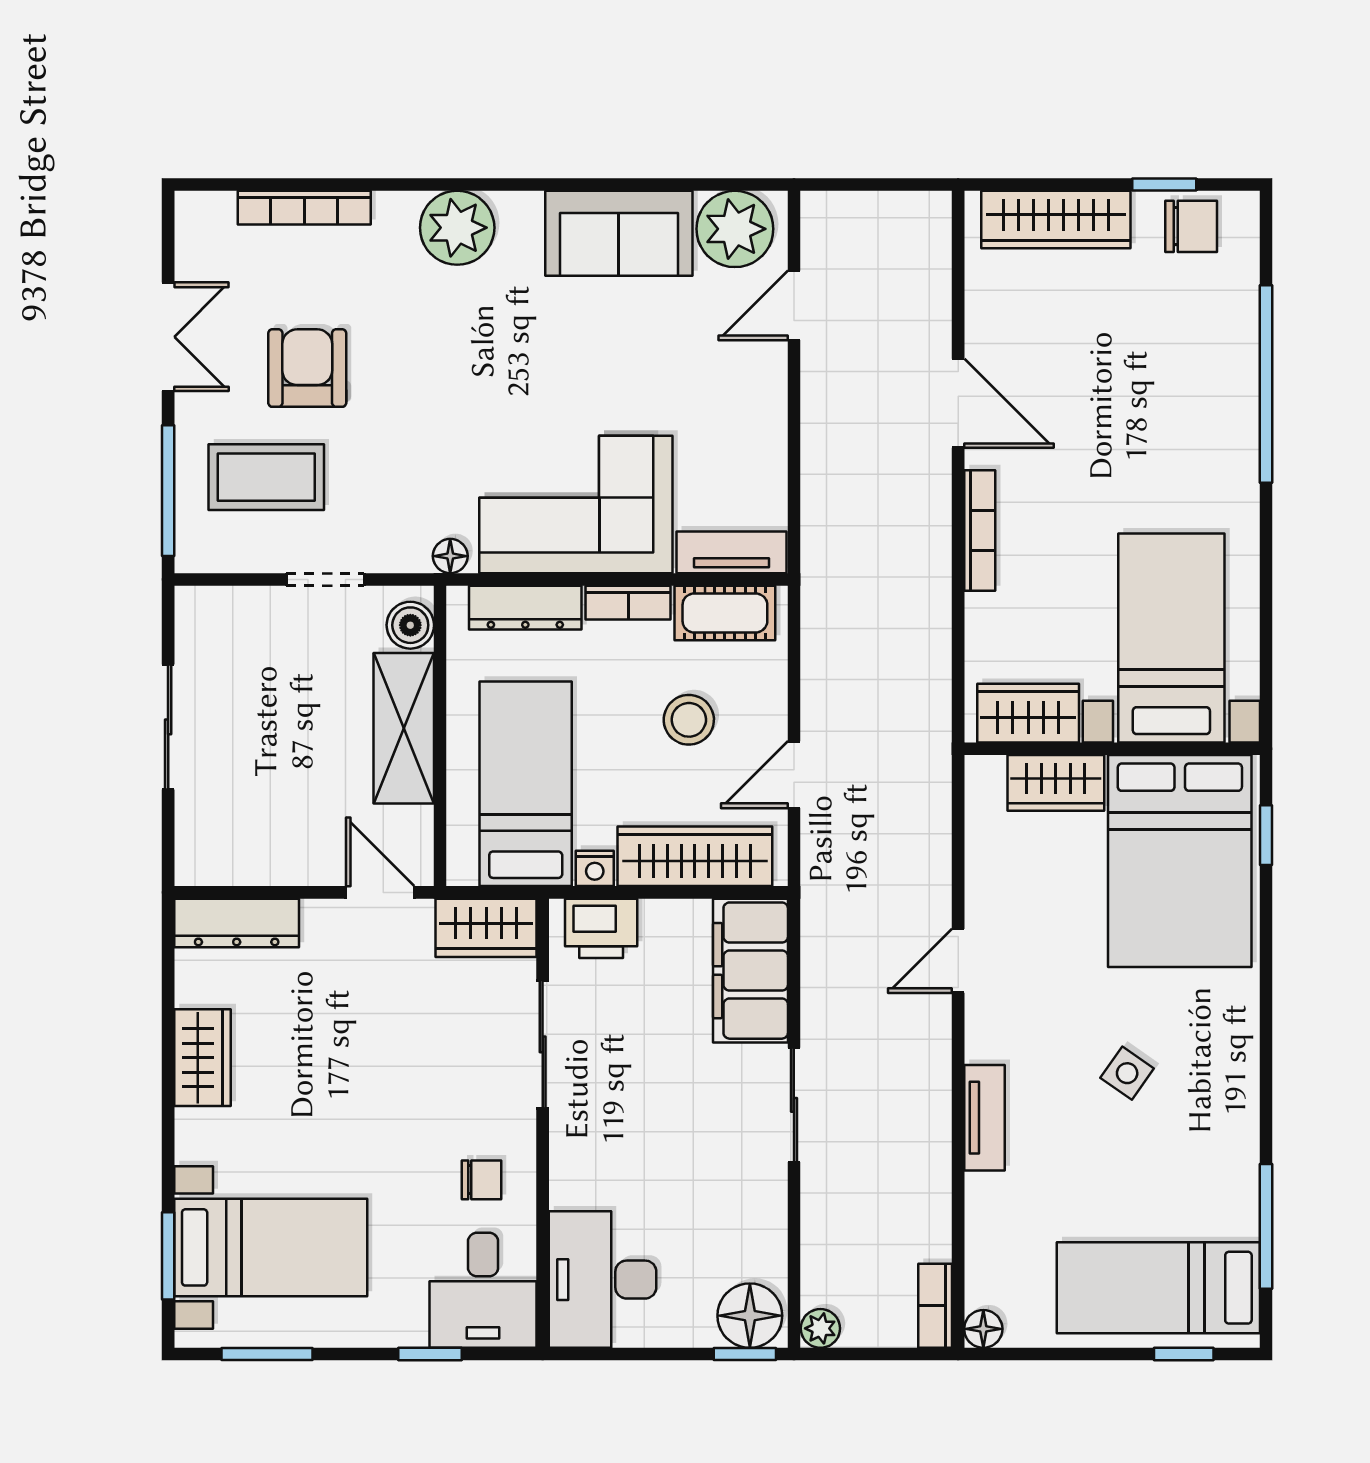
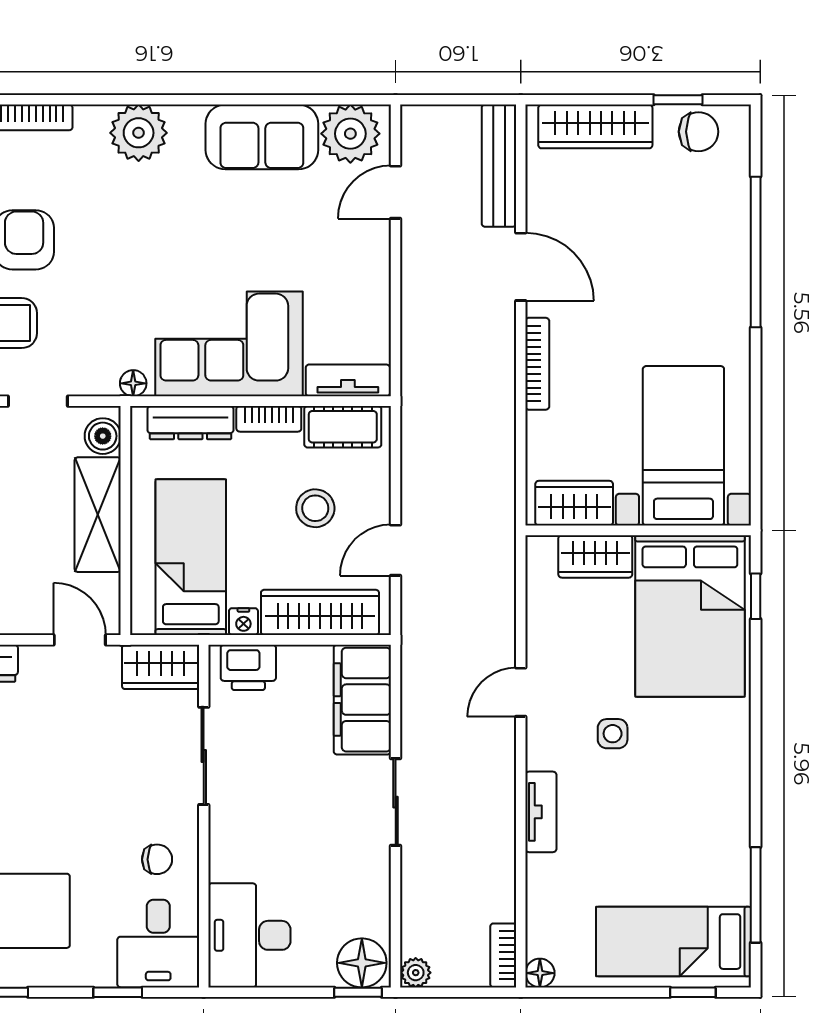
bench: (930, 271) -> (499, 166), added
side table: (1127, 1073) -> (613, 734), moved, turned -35

